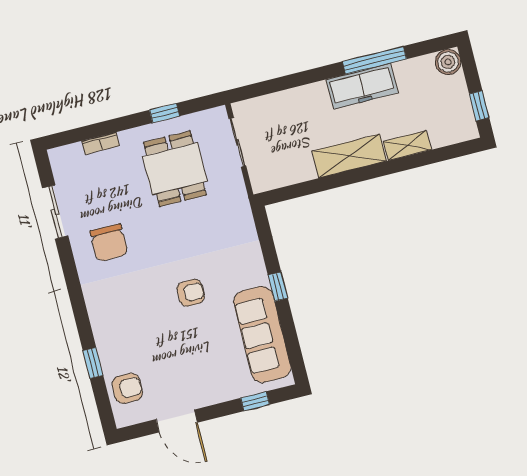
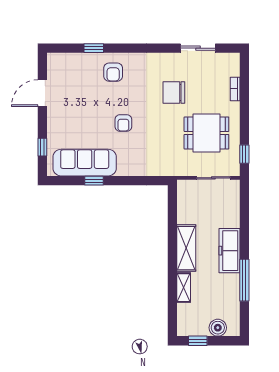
boiler: (448, 62) -> (218, 328), moved
freezer: (362, 86) -> (229, 251), moved
window: (165, 113) -> (244, 154), moved
chair: (109, 243) -> (174, 92), moved
window: (278, 287) -> (94, 181), moved
armchair: (127, 388) -> (113, 72), moved

